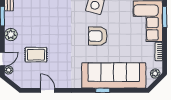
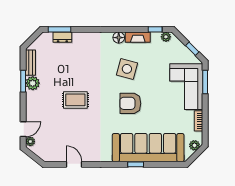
plant: (11, 35) -> (33, 83), moved
rug: (36, 55) -> (75, 100), moved

